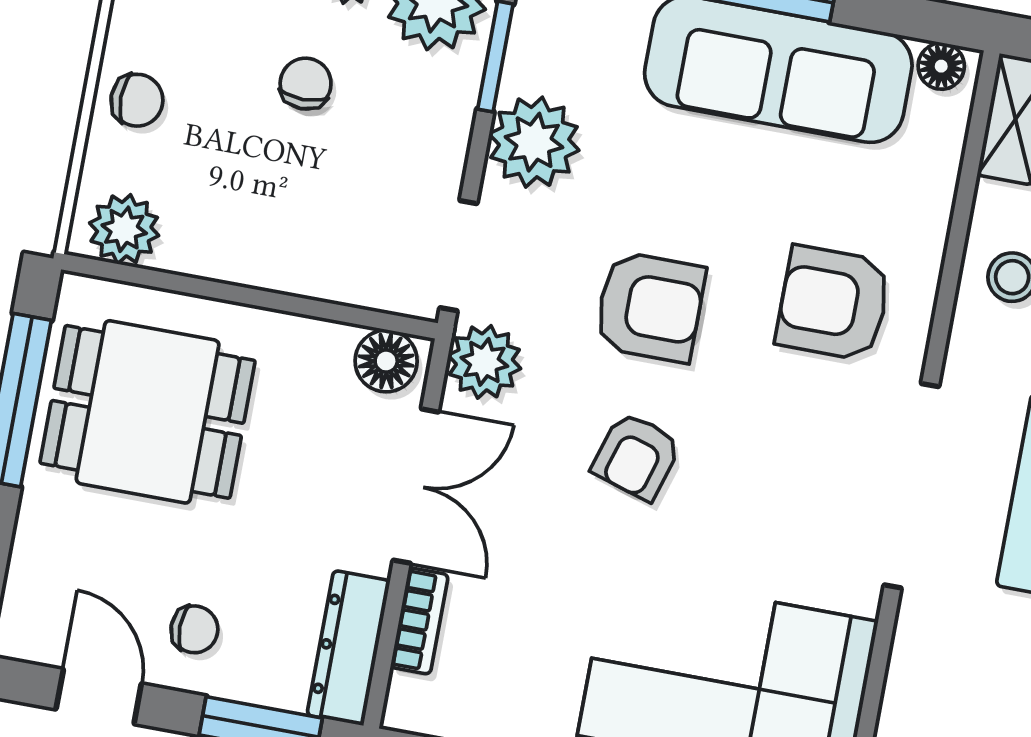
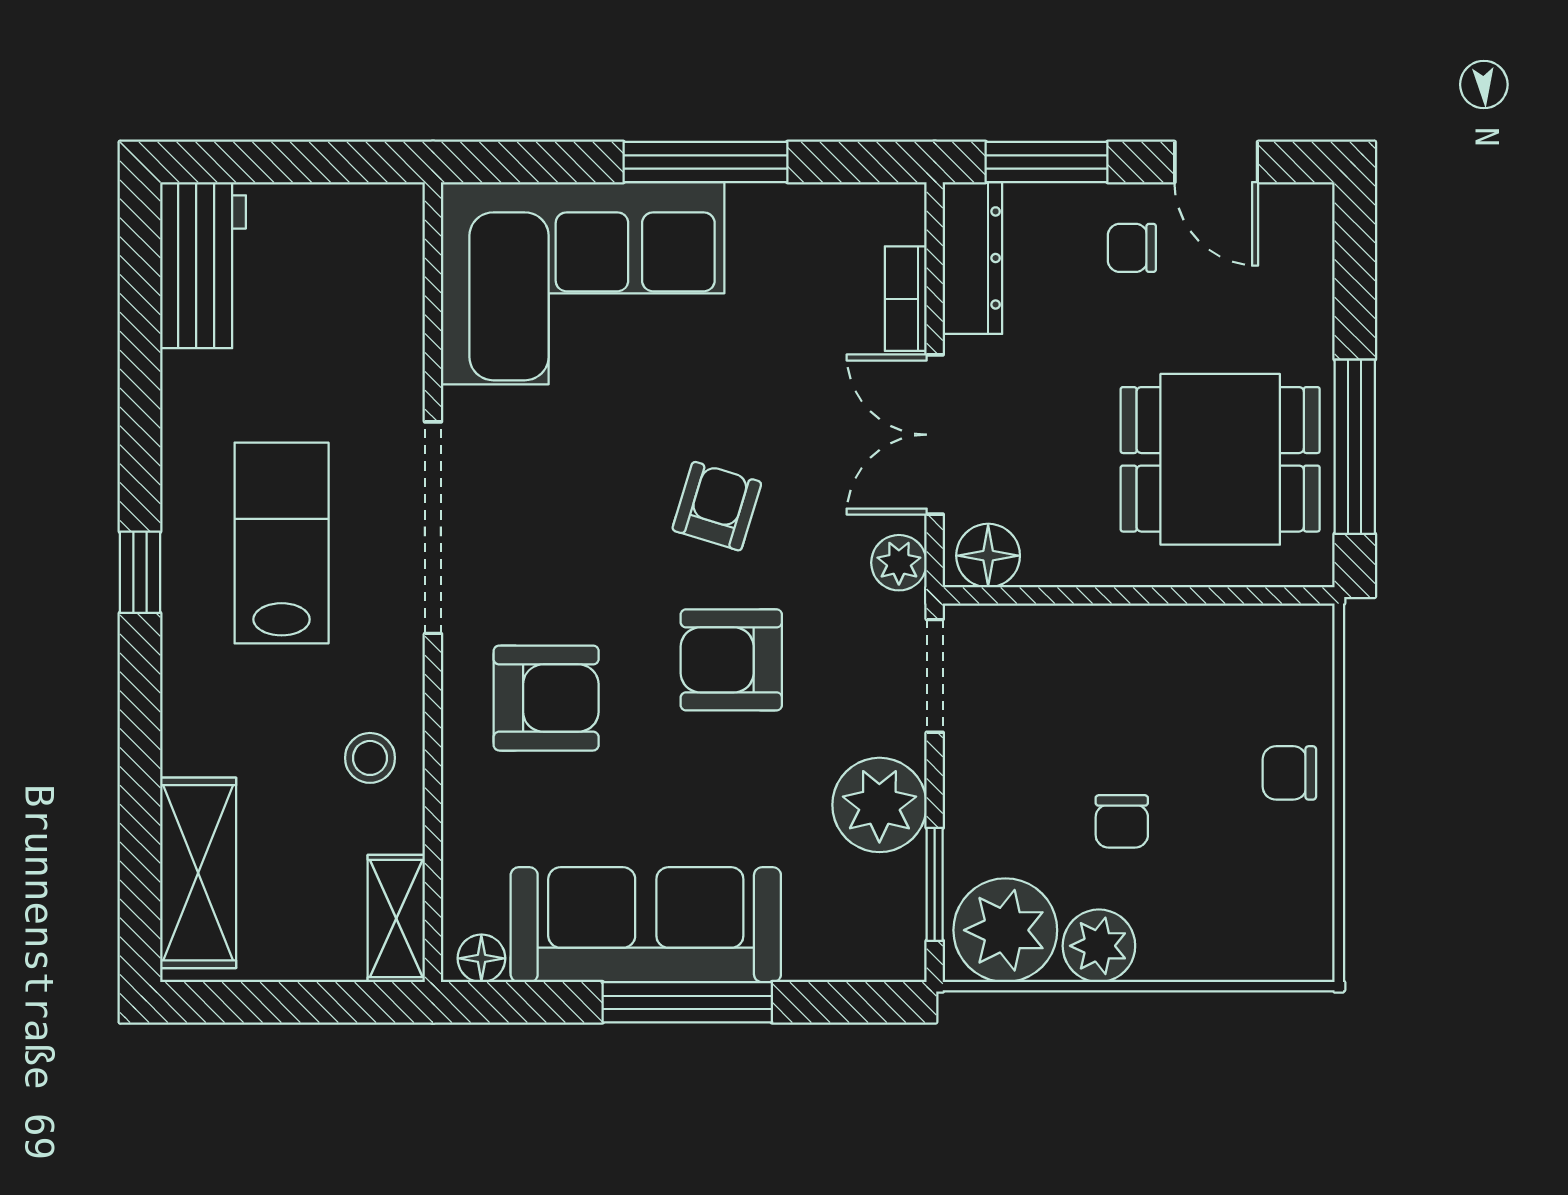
plant: (124, 229) -> (1278, 640), removed
plant: (484, 362) -> (899, 563), width x0.73, depth x0.73

